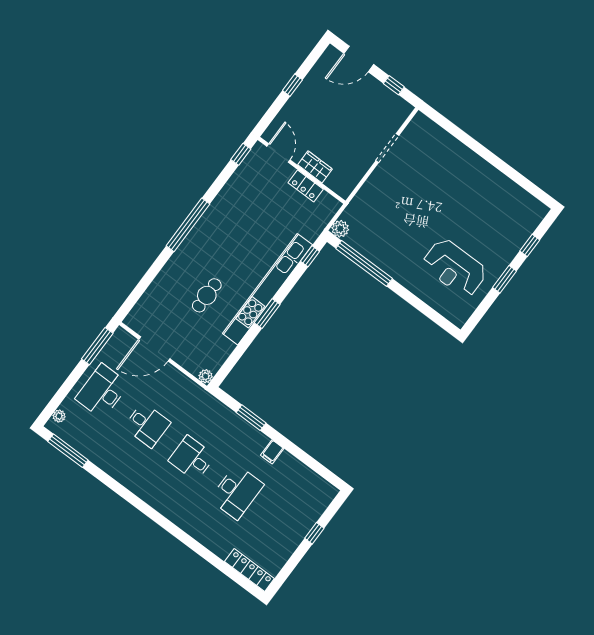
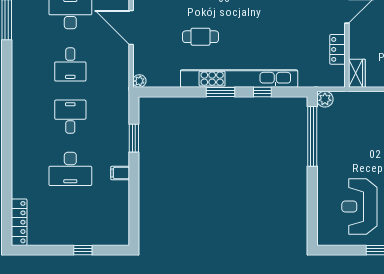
wardrobe: (315, 167) -> (357, 73), moved
window: (310, 256) -> (262, 92), moved

